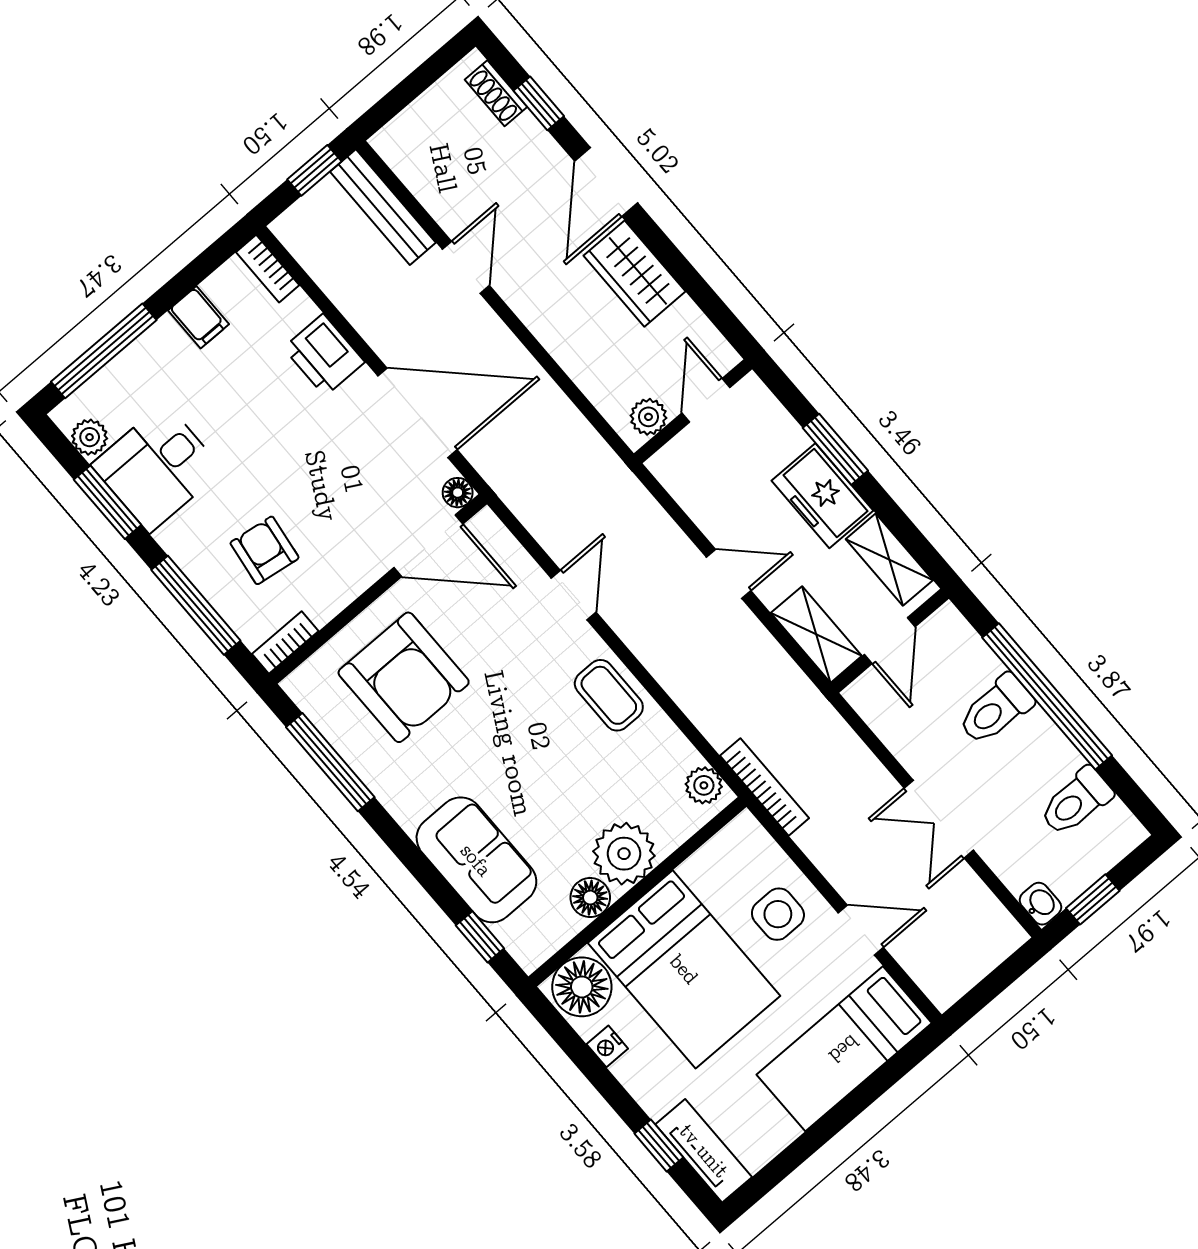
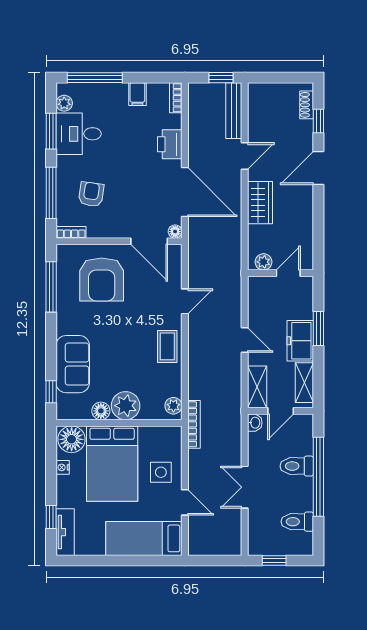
wardrobe: (634, 274) -> (260, 203), moved, turned 180
washbasin: (1040, 904) -> (255, 423), moved

